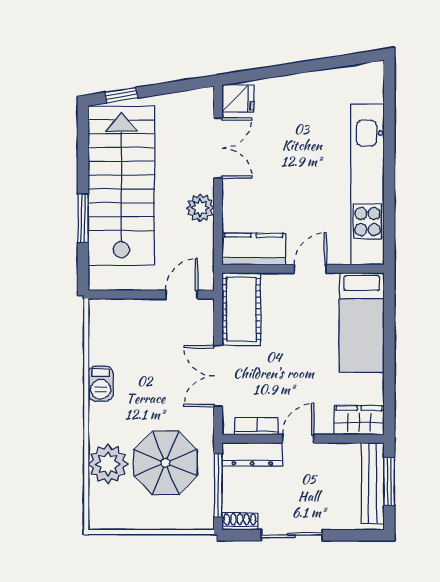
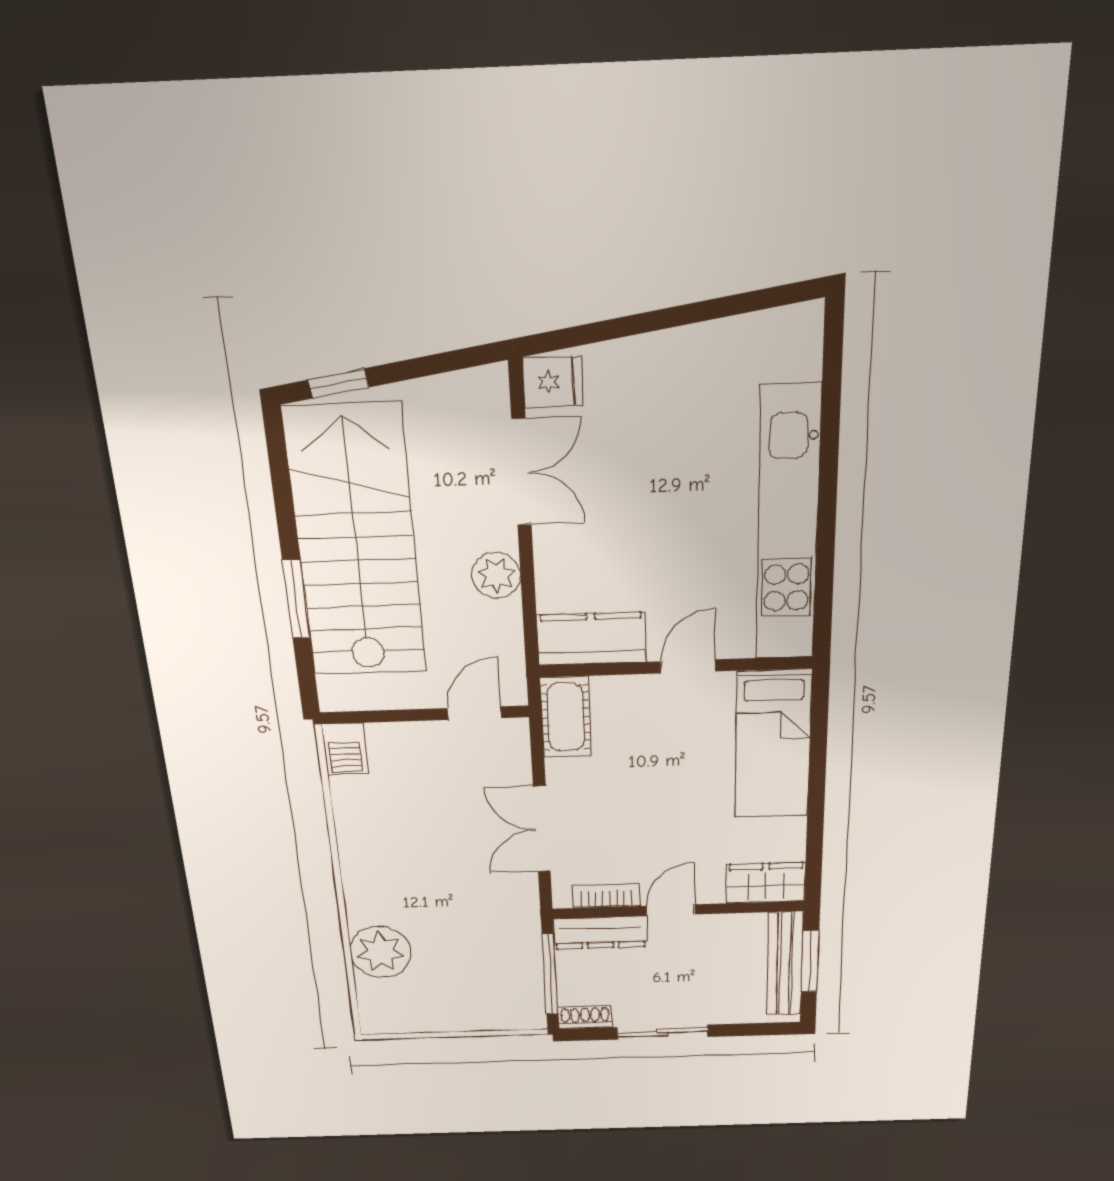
cot: (241, 309) -> (566, 717), width x0.73, depth x0.75
barbecue: (101, 384) -> (345, 749), moved
parasol: (165, 463) -> (468, 948), removed

